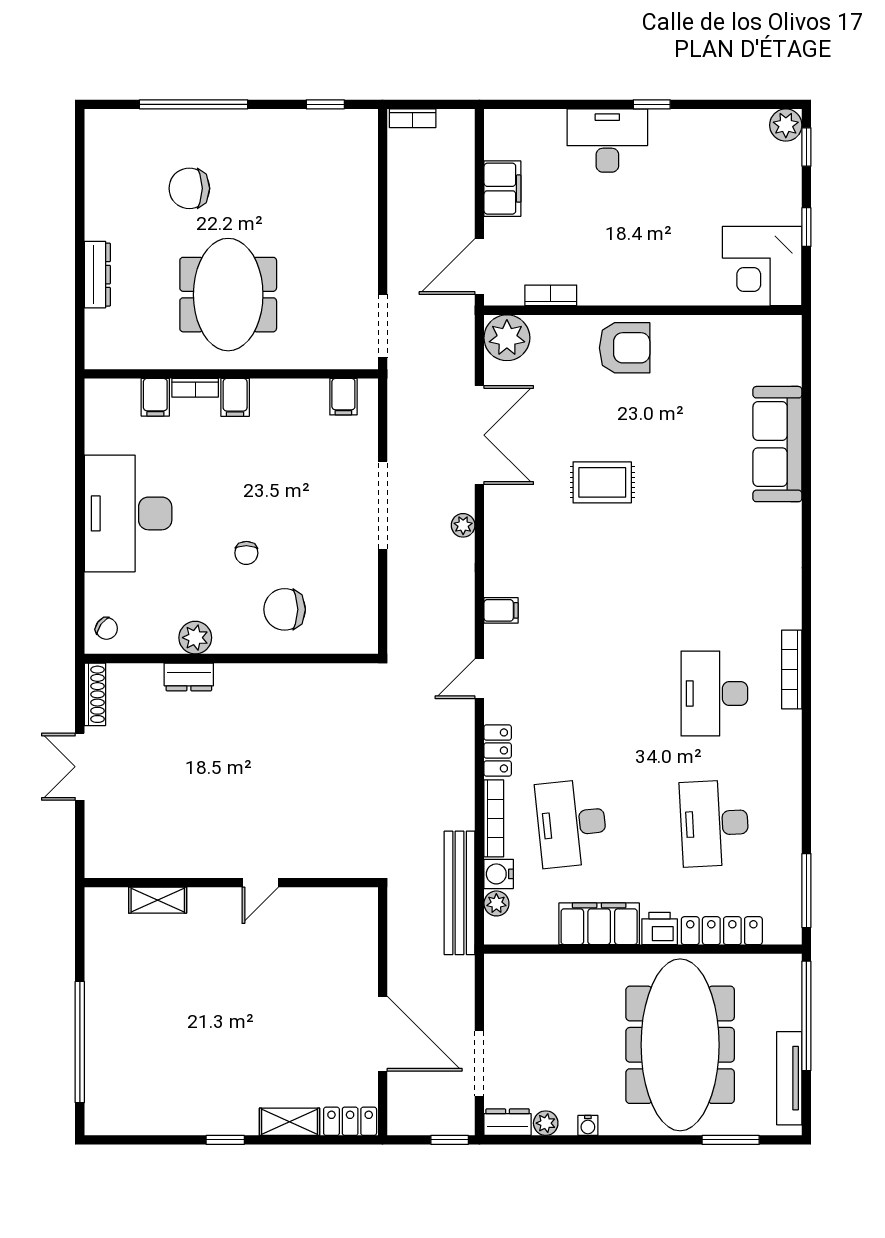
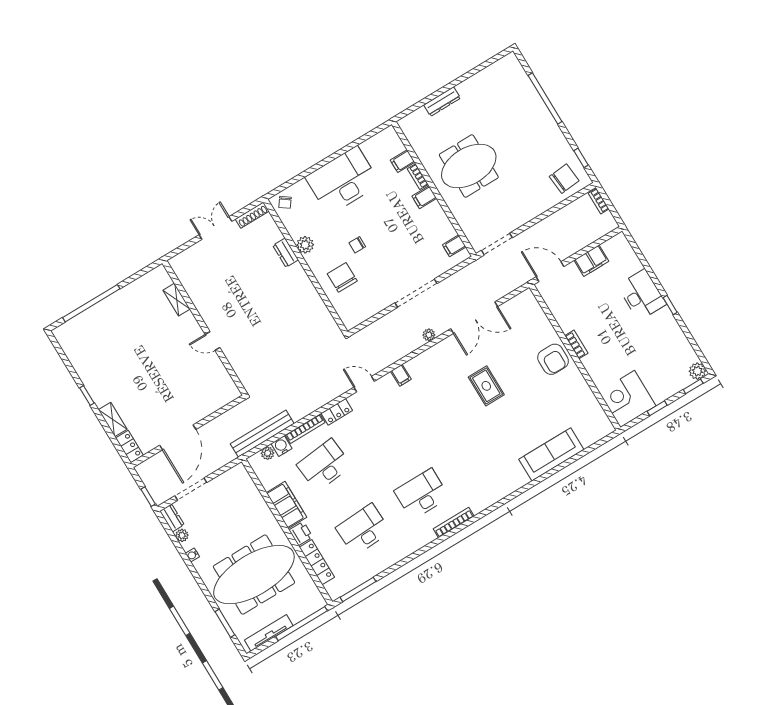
chair: (189, 188) -> (564, 179), moved, turned 85
bookcase: (551, 295) -> (576, 344), moved
plant: (507, 338) -> (525, 303), removed

